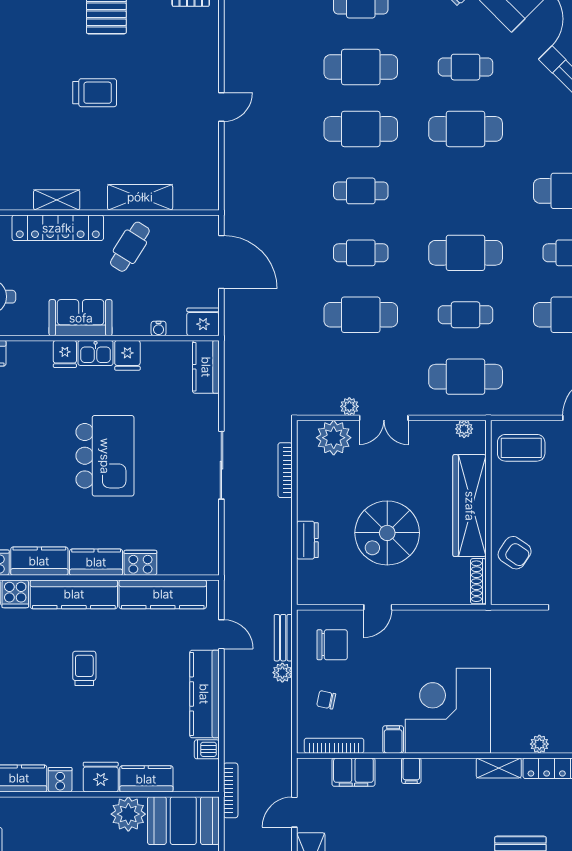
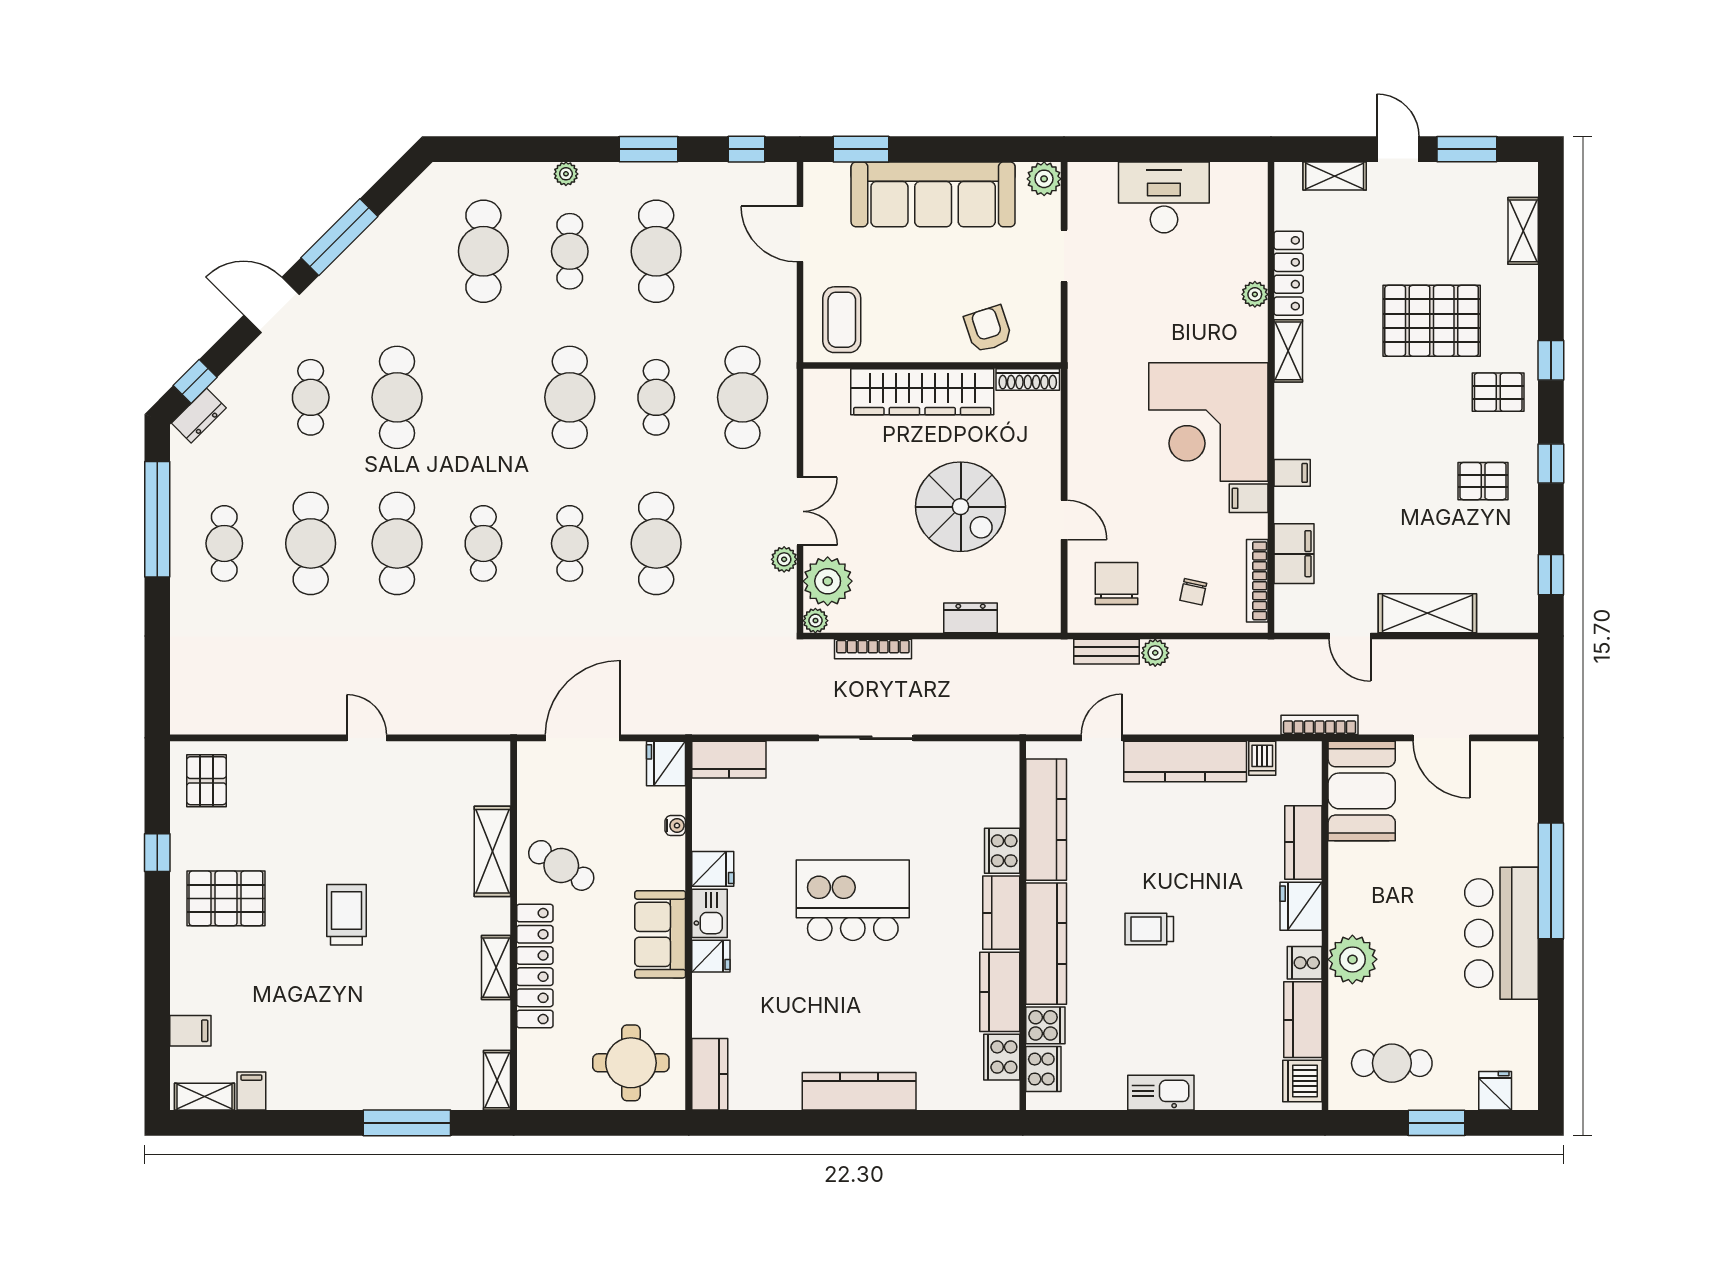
plant: (464, 429) -> (815, 621), moved
armchair: (515, 553) -> (988, 329), turned -52
plant: (128, 814) -> (1352, 959), moved

